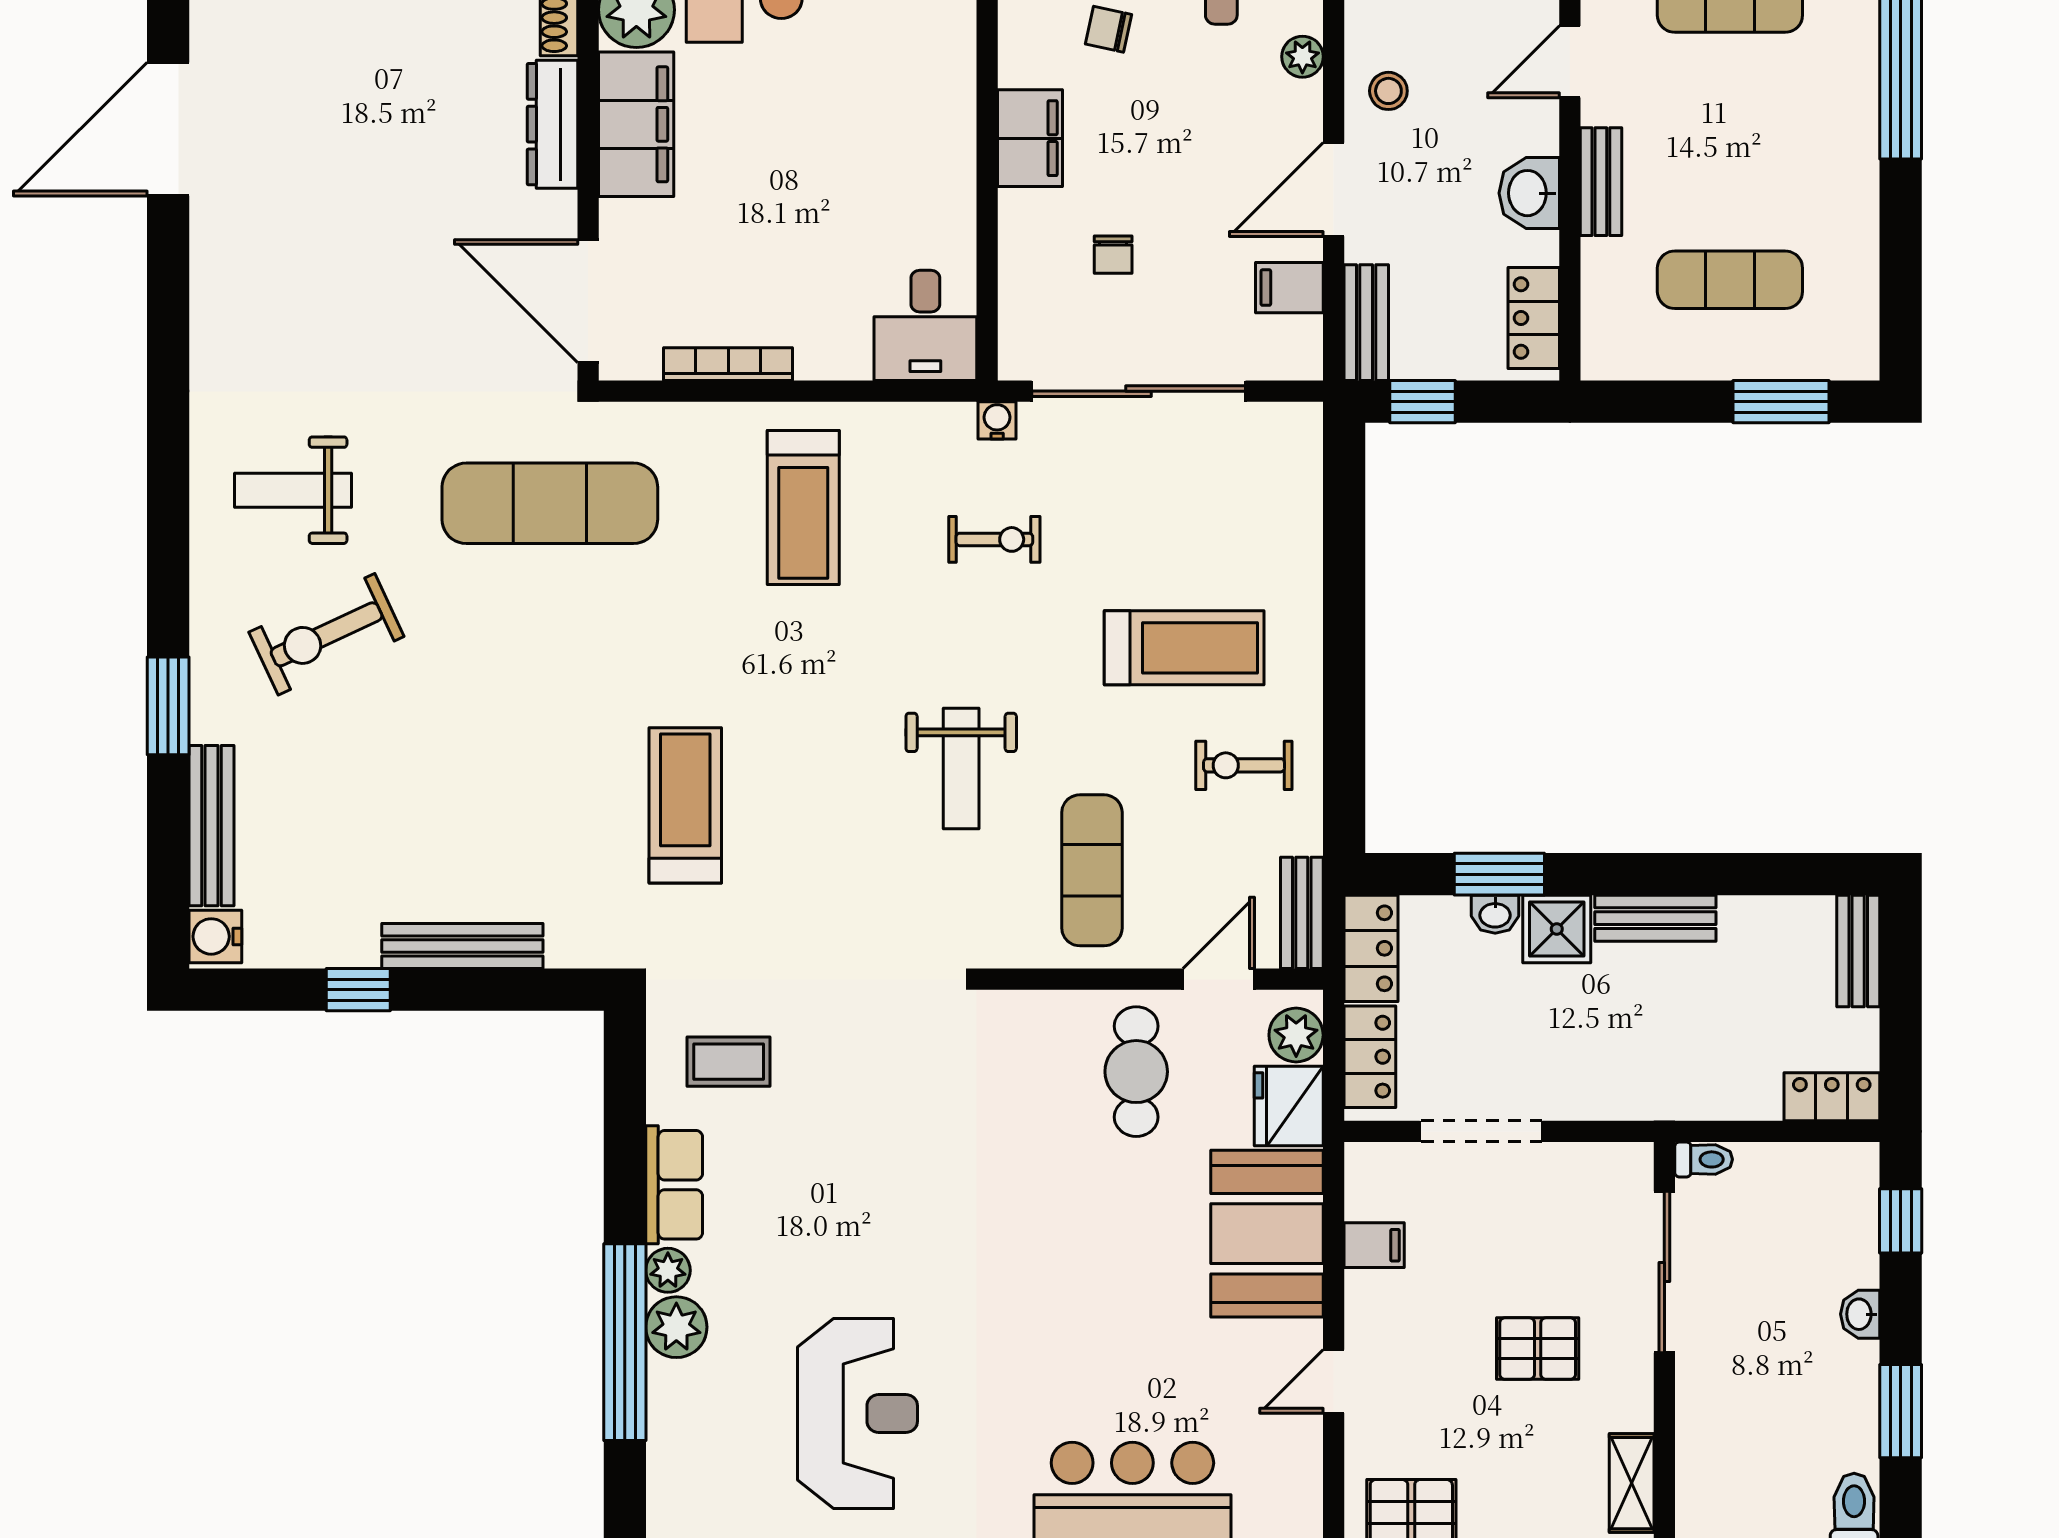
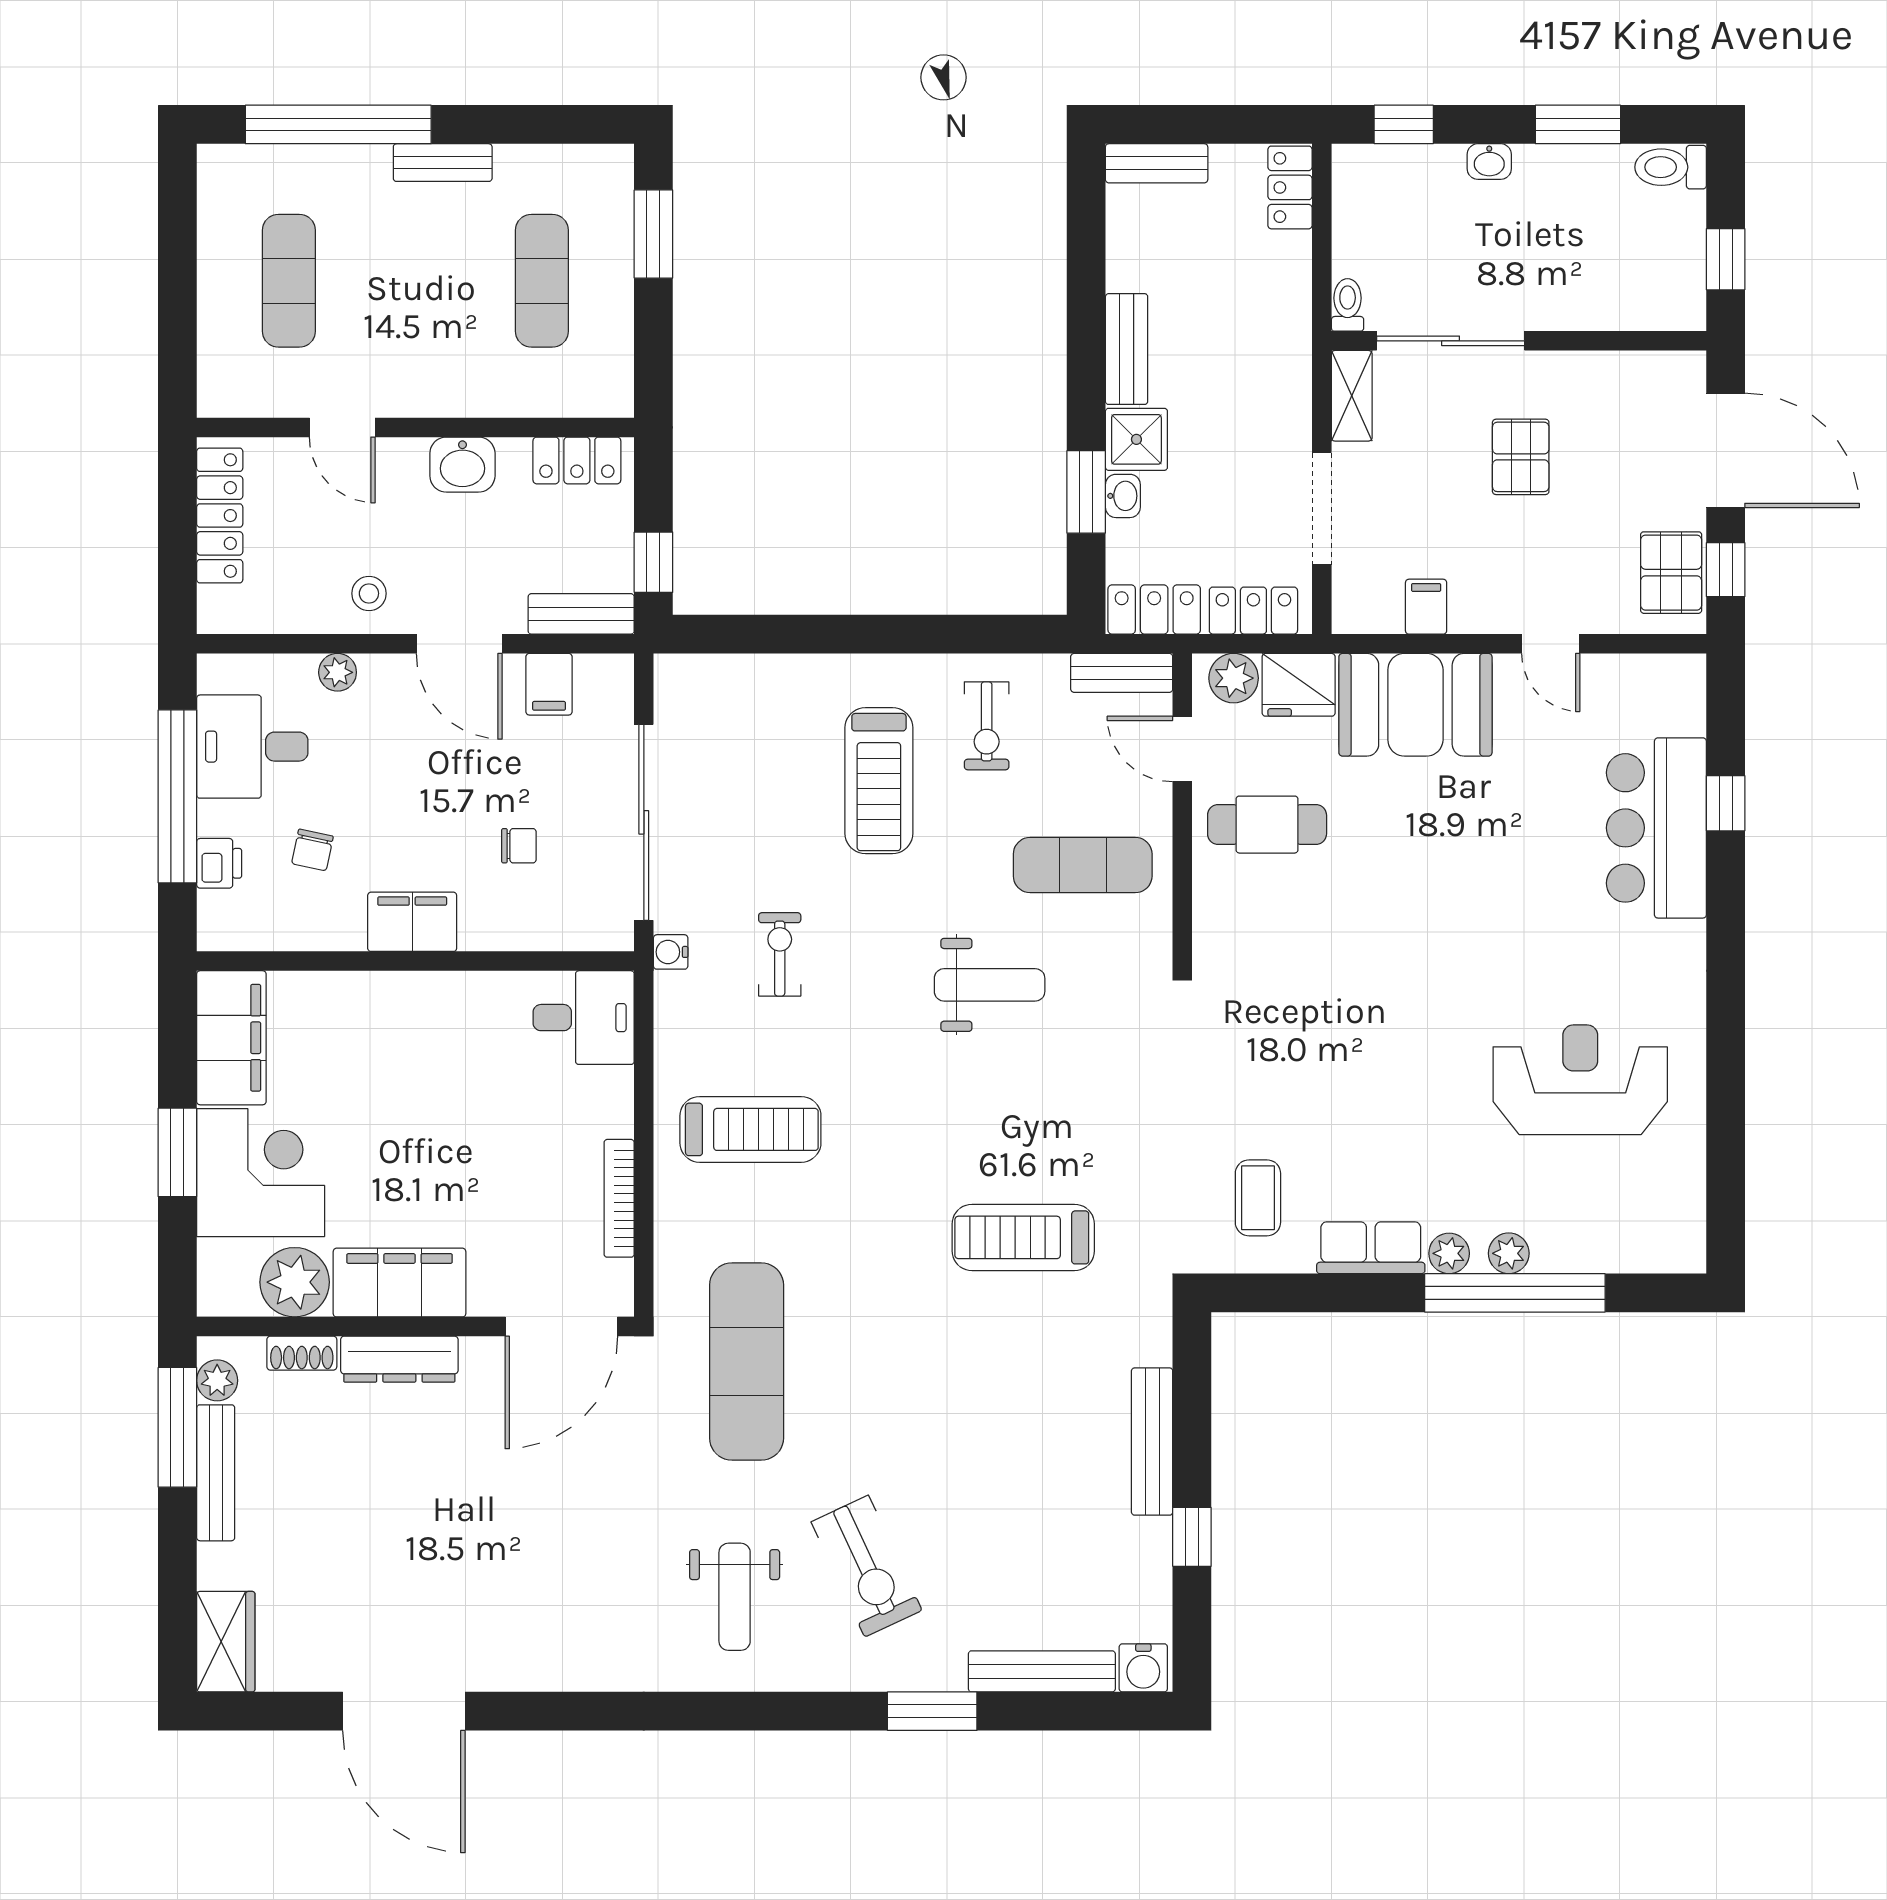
bench: (1601, 182) -> (443, 163), moved
treadmill: (1184, 648) -> (879, 781), turned 180
plant: (676, 1327) -> (1509, 1253), width x0.73, depth x0.73
shelving: (1632, 1483) -> (1352, 396), moved, turned 90

